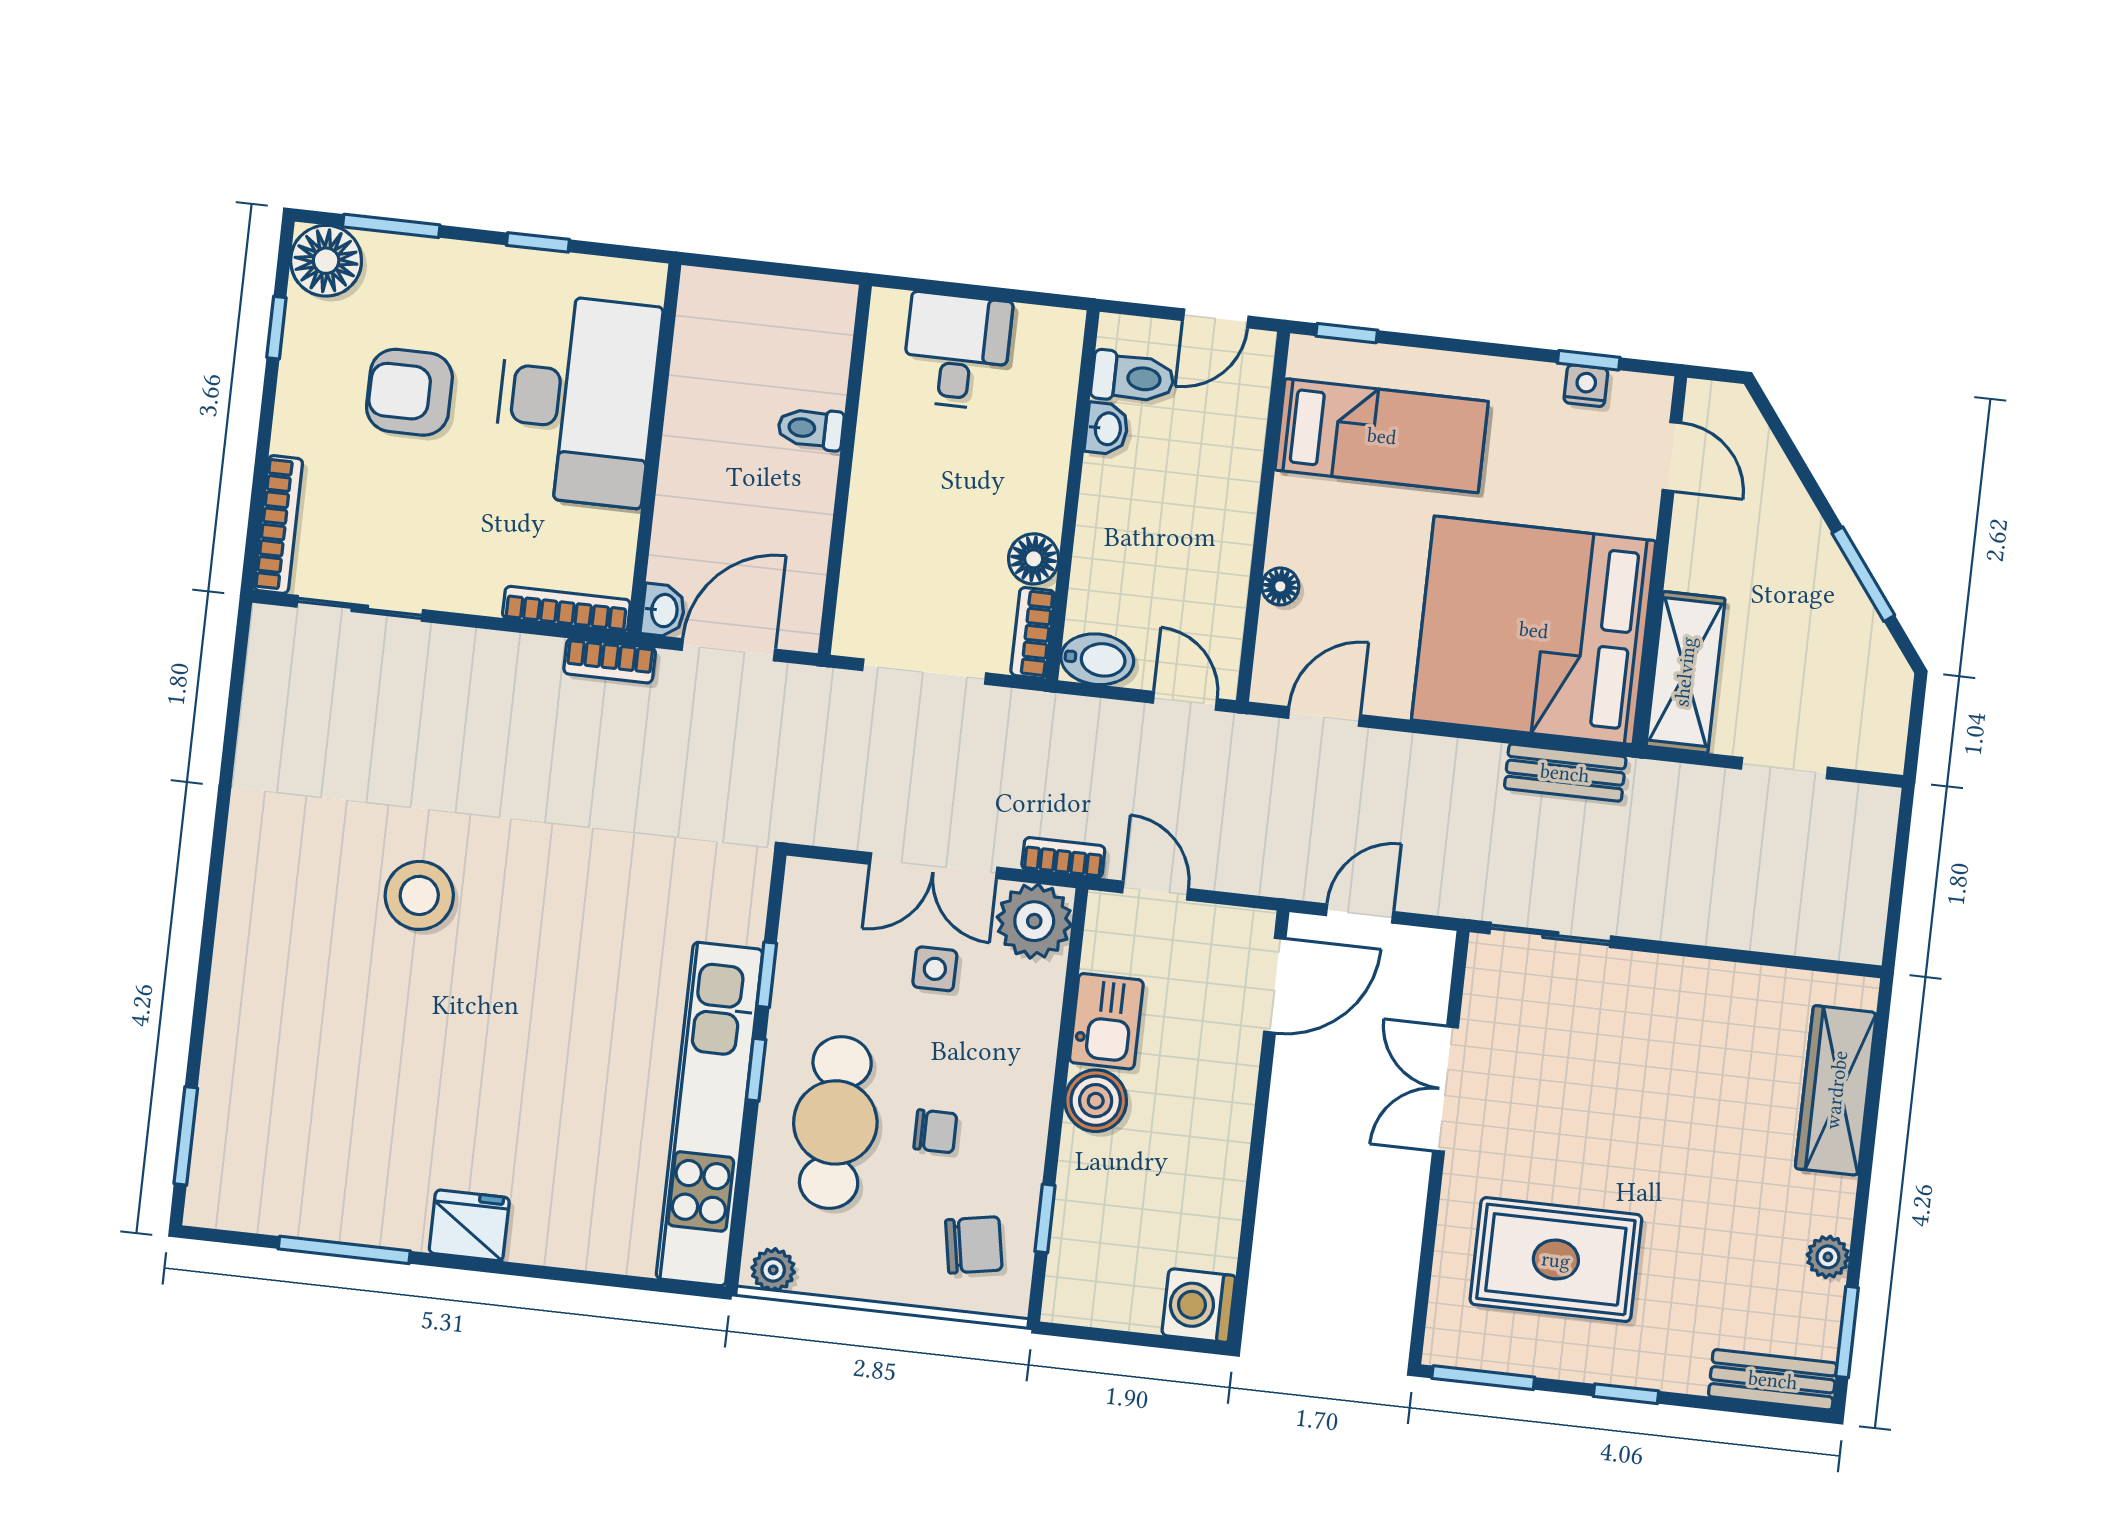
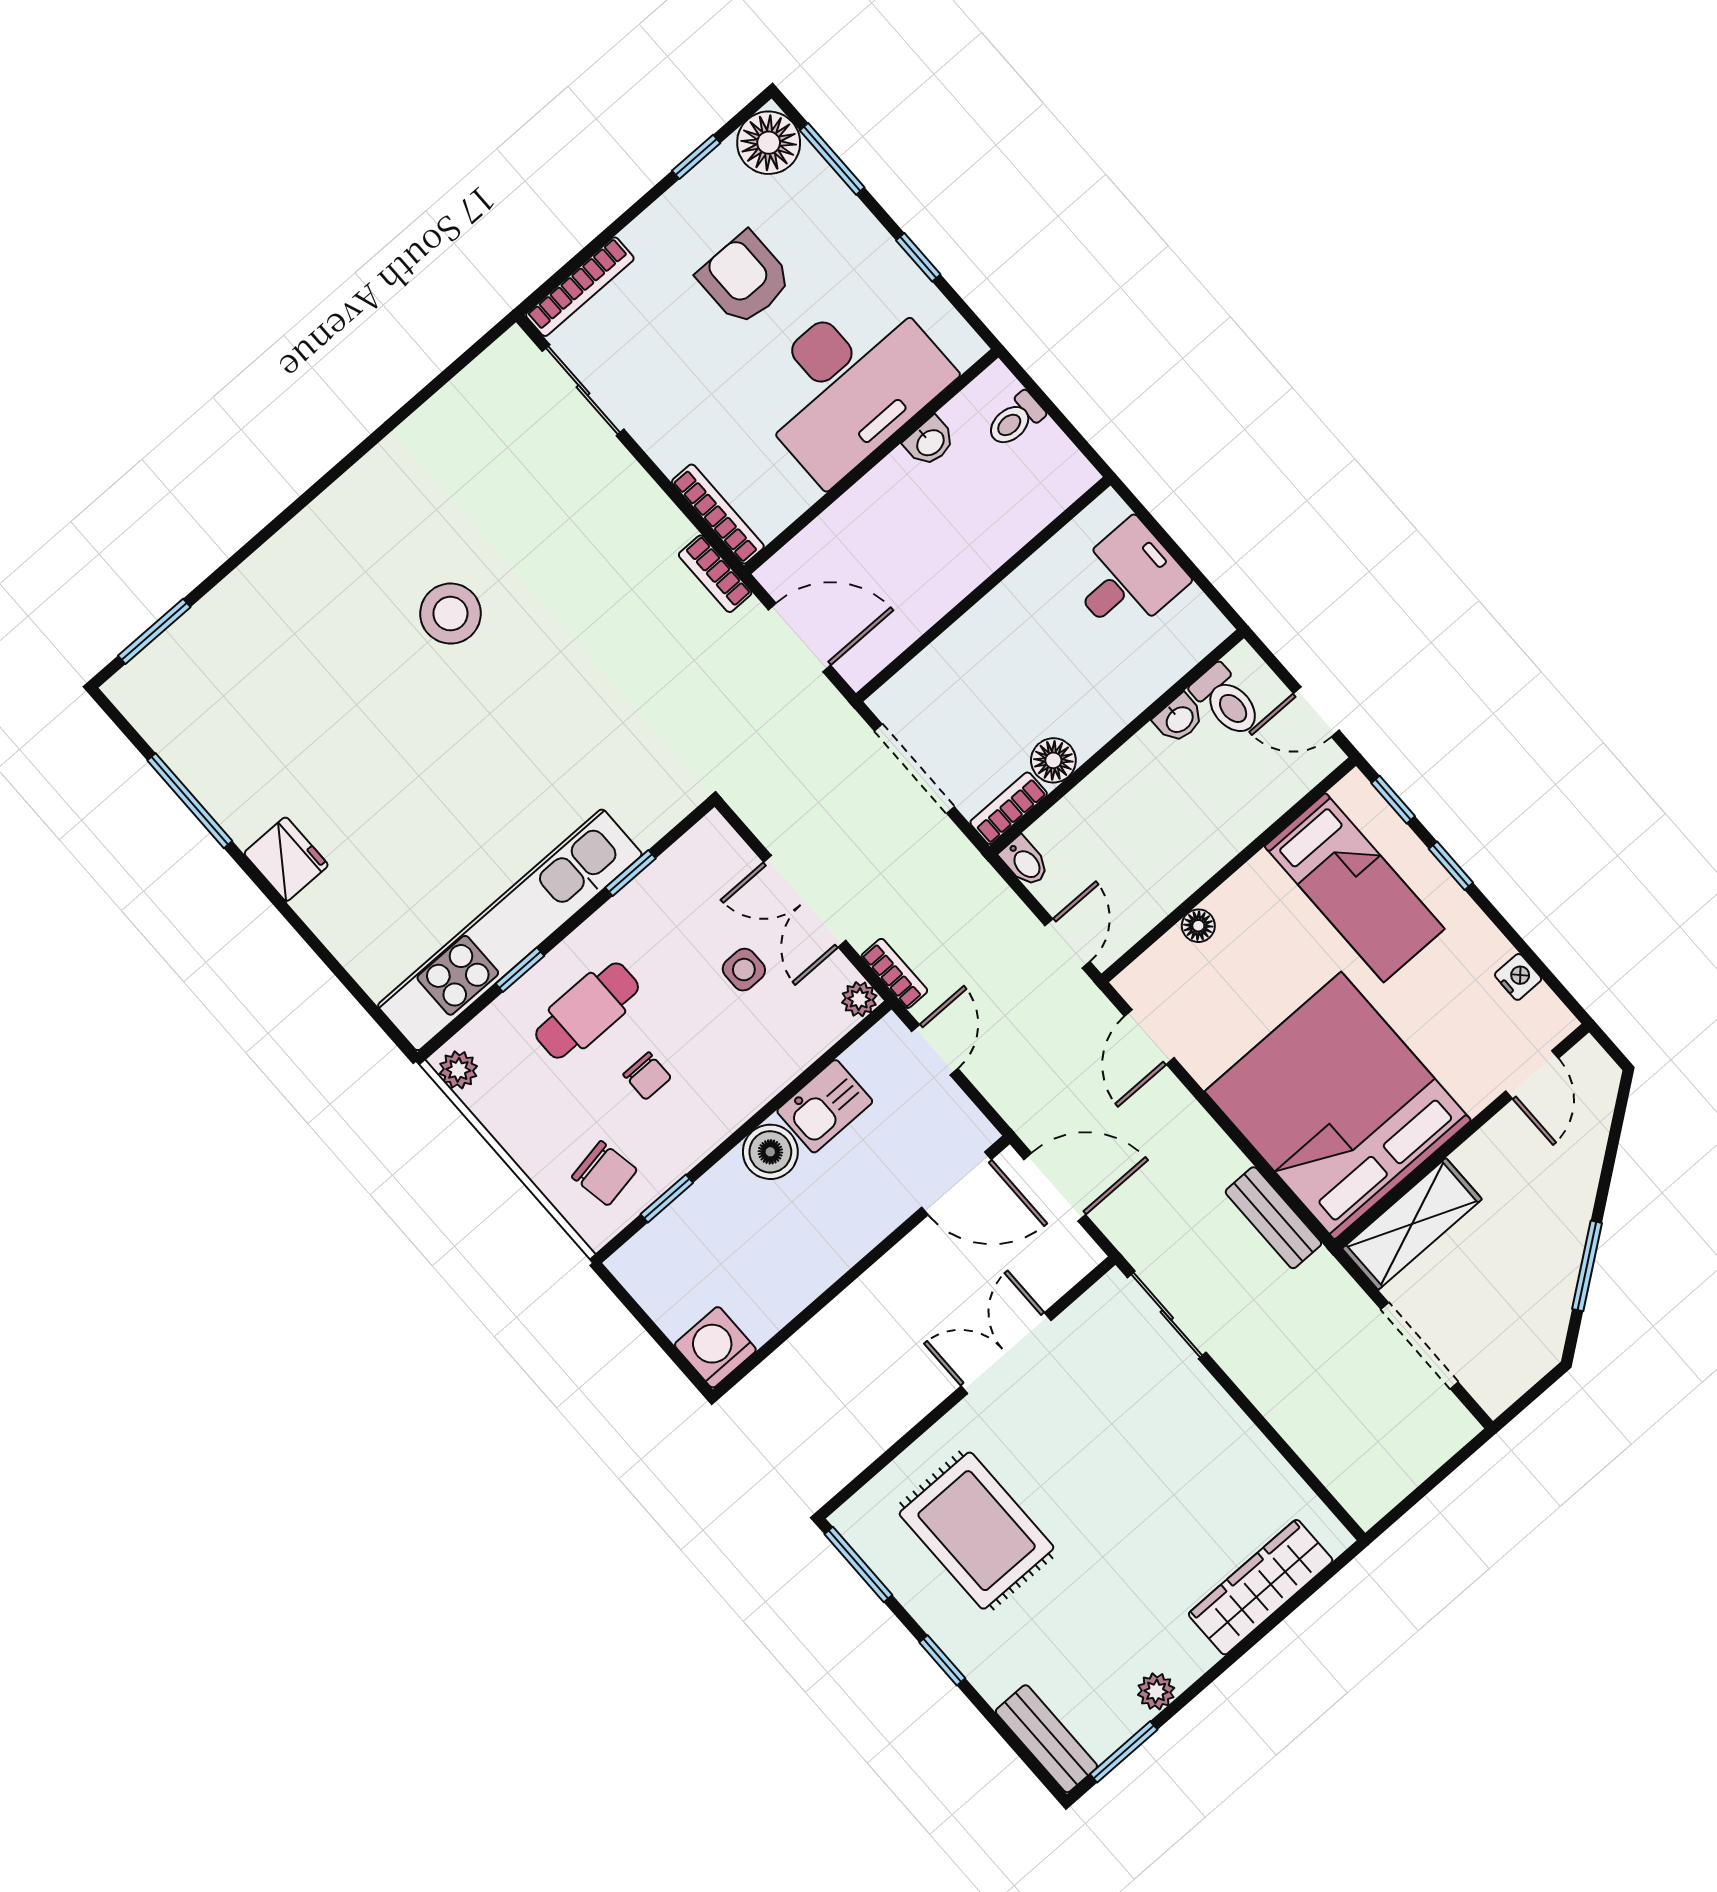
window: (1589, 360) -> (1451, 866), moved
toilet: (811, 429) -> (1015, 420), moved, turned -90
washbasin: (663, 610) -> (930, 442), moved
bidet: (1097, 659) -> (1025, 862), width x0.72, depth x0.74
door: (1324, 717) -> (1149, 1037), swing flipped
doorway: (1784, 768) -> (1419, 1346), width x1.38
door: (1360, 914) -> (1055, 1187), width x1.38
plant: (1034, 921) -> (859, 999), width x0.53, depth x0.53
window: (756, 1070) -> (520, 970), moved
cafe table: (835, 1122) -> (587, 1011), width x0.73, depth x0.74

